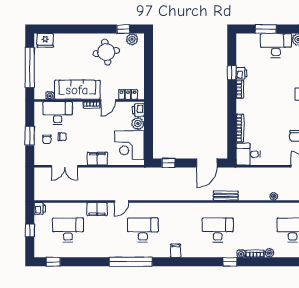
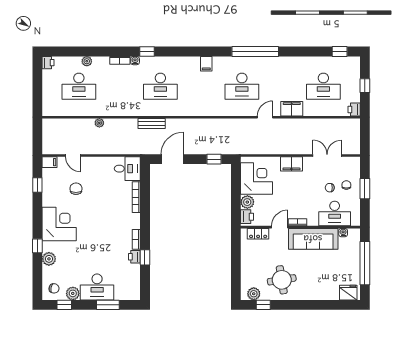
plant: (270, 253) -> (87, 61), moved

